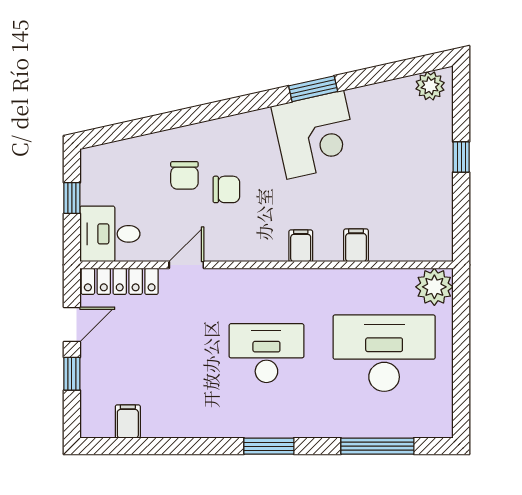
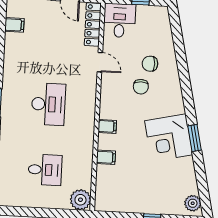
desk: (384, 353) -> (45, 170), width x0.53, depth x0.77

